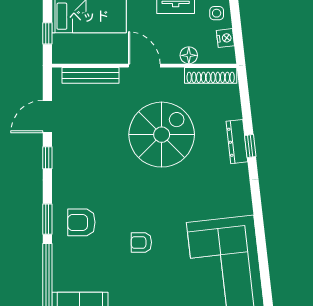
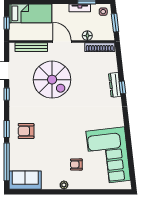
window: (237, 33) -> (115, 23), added
nightstand: (225, 38) -> (108, 26), removed
spiral stairs: (162, 135) -> (52, 80), moved, turned 90
armchair: (141, 242) -> (76, 164), moved

